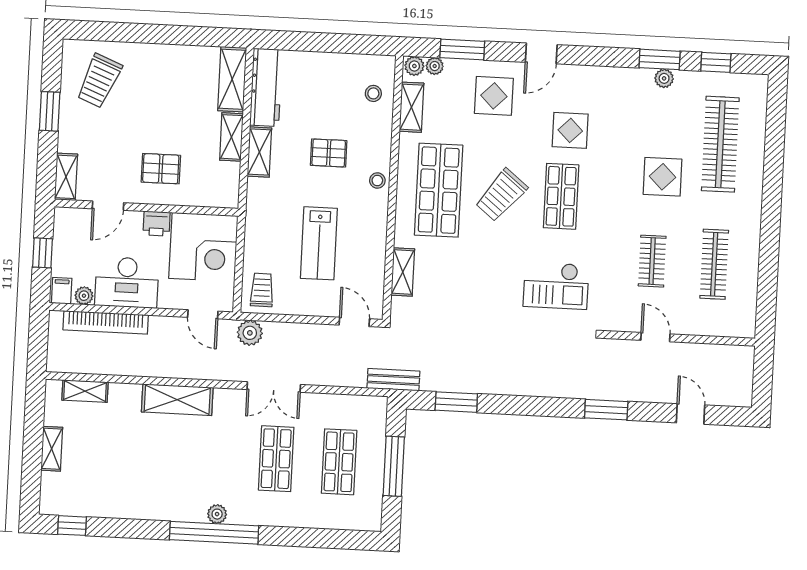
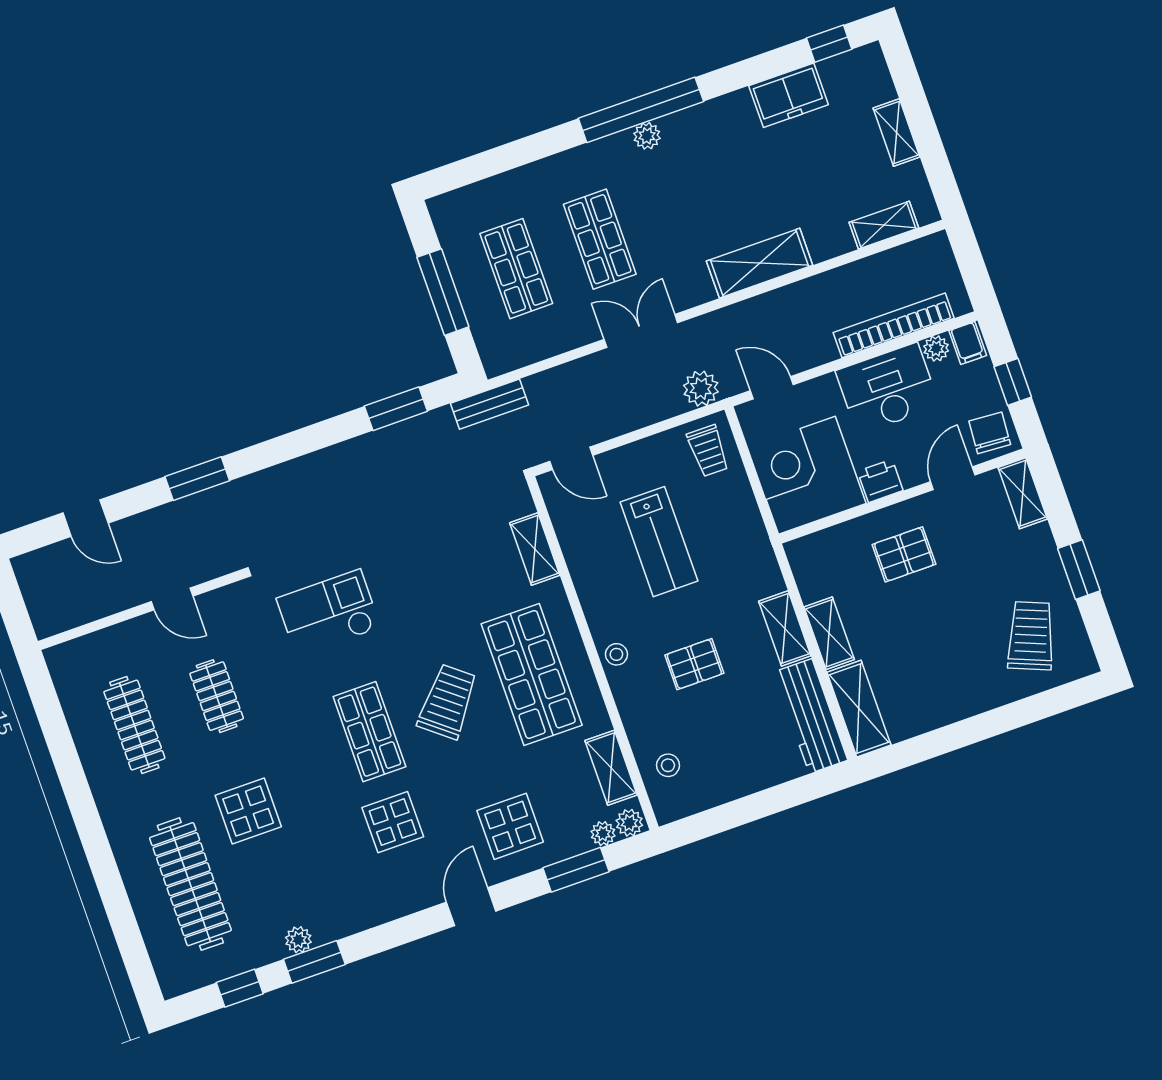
chair: (71, 226) -> (990, 433), added
lab bench: (319, 243) -> (659, 542), turned 180
freezer: (113, 502) -> (789, 95), added

